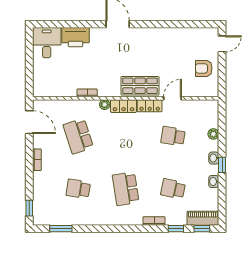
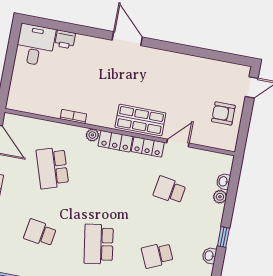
printer: (76, 37) -> (65, 39), width x0.53, depth x0.68
washbasin: (214, 158) -> (223, 181), moved
school desk: (173, 189) -> (157, 255), turned -36

